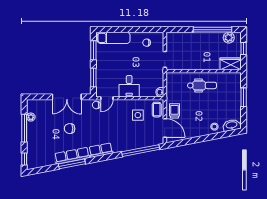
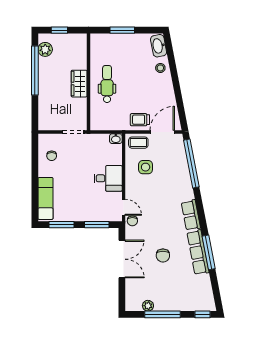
wardrobe: (231, 64) -> (79, 84), moved

